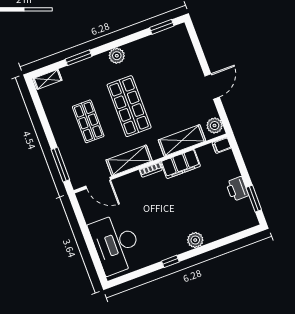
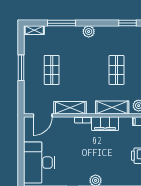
window: (79, 58) -> (61, 23), width x1.44
shop shelf: (129, 106) -> (117, 70), moved, width x0.70, depth x0.74
window: (60, 165) -> (21, 68), moved
door: (98, 183) -> (43, 115), hinge flipped

